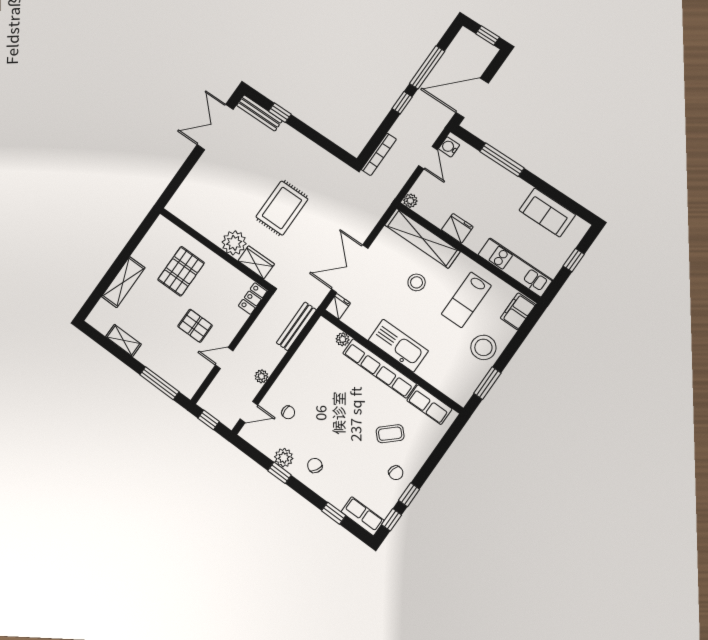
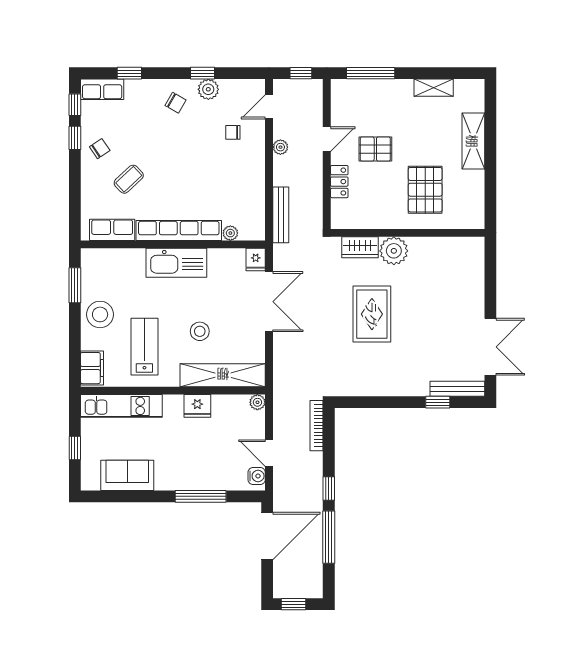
locker: (253, 299) -> (339, 182), moved
chair: (396, 473) -> (100, 149), turned 129

